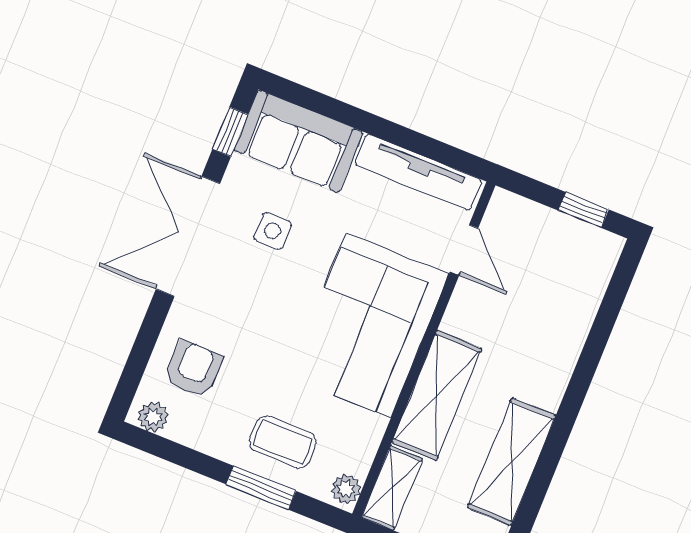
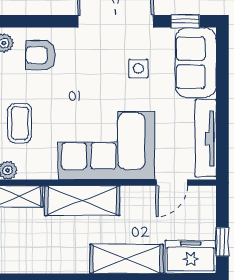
freezer: (587, 267) -> (191, 257), added
armchair: (193, 369) -> (41, 55), turned 180
shelving: (512, 462) -> (126, 259), moved

